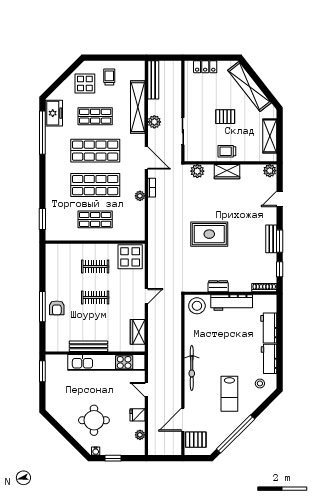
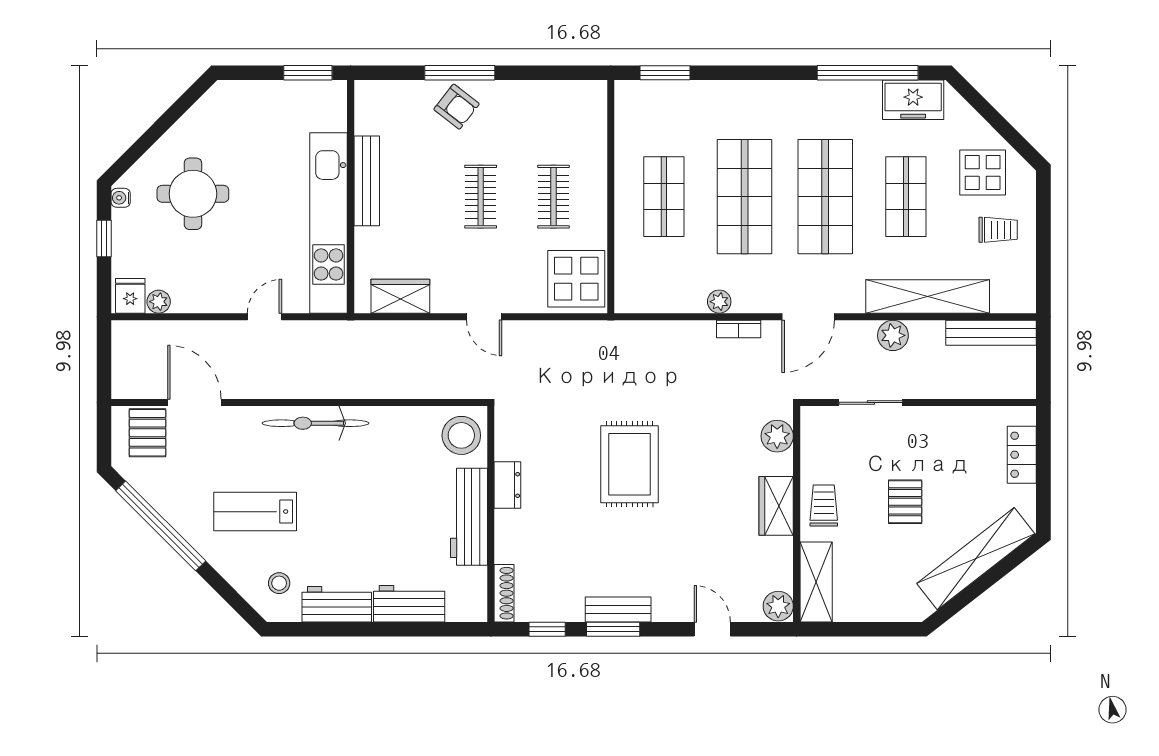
shelving: (270, 136) -> (816, 582), moved, turned 90
armchair: (57, 308) -> (457, 107), turned -142
fridge: (137, 415) -> (130, 296), moved

